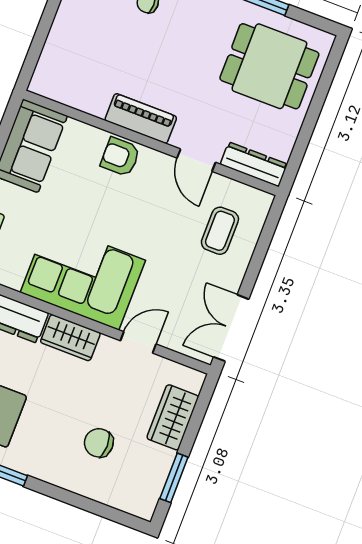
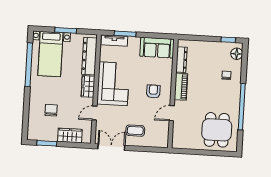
armchair: (120, 157) -> (153, 91), moved
dresser: (254, 164) -> (181, 60), moved
coffee table: (220, 231) -> (135, 131), moved
door: (138, 342) -> (95, 113), swing flipped

